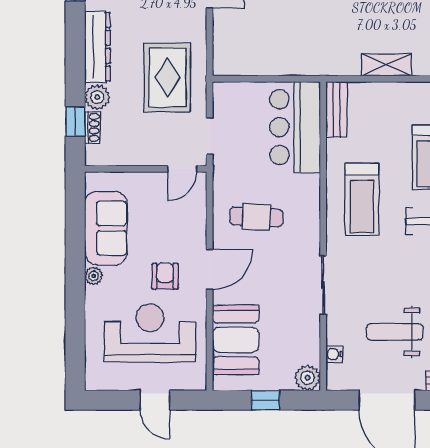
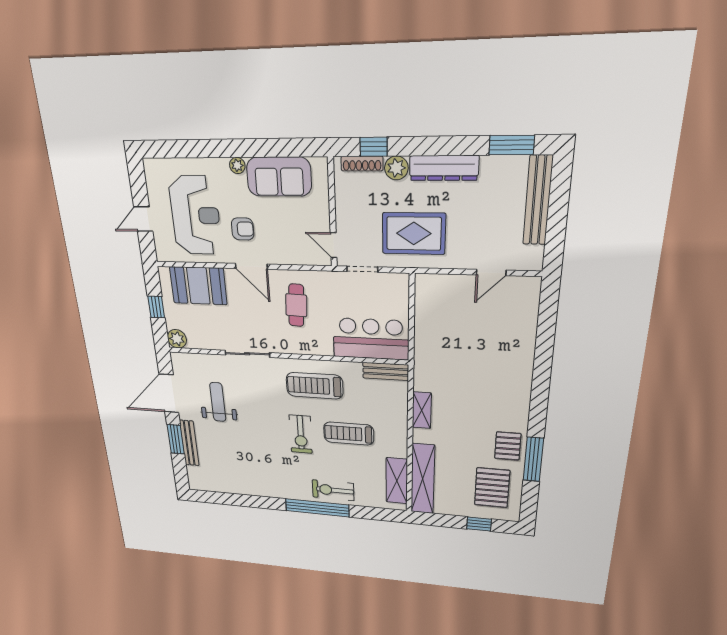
shoe rack: (92, 127) -> (362, 164), width x1.43
water cooler: (334, 354) -> (197, 359), removed

